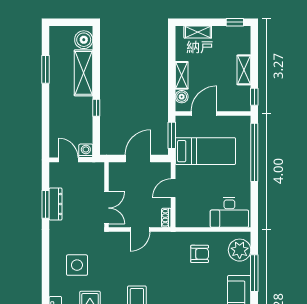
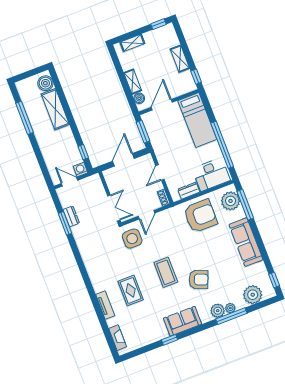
window: (46, 69) -> (25, 118), width x1.44
window: (96, 108) -> (83, 152), moved
bed: (205, 151) -> (197, 120), moved, turned 90
window: (254, 152) -> (222, 145), moved
dresser: (56, 204) -> (71, 216), width x0.70
dresser: (197, 221) -> (189, 191), added
armchair: (200, 254) -> (200, 216), width x1.88, depth x1.88
side table: (77, 265) -> (132, 239), moved
window: (254, 273) -> (245, 205), moved

